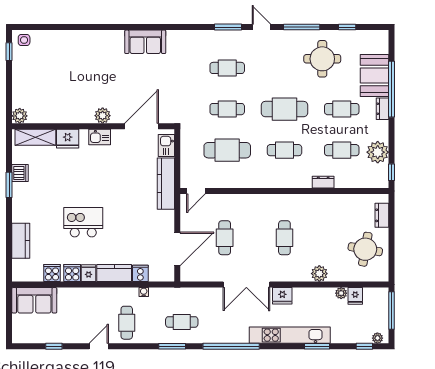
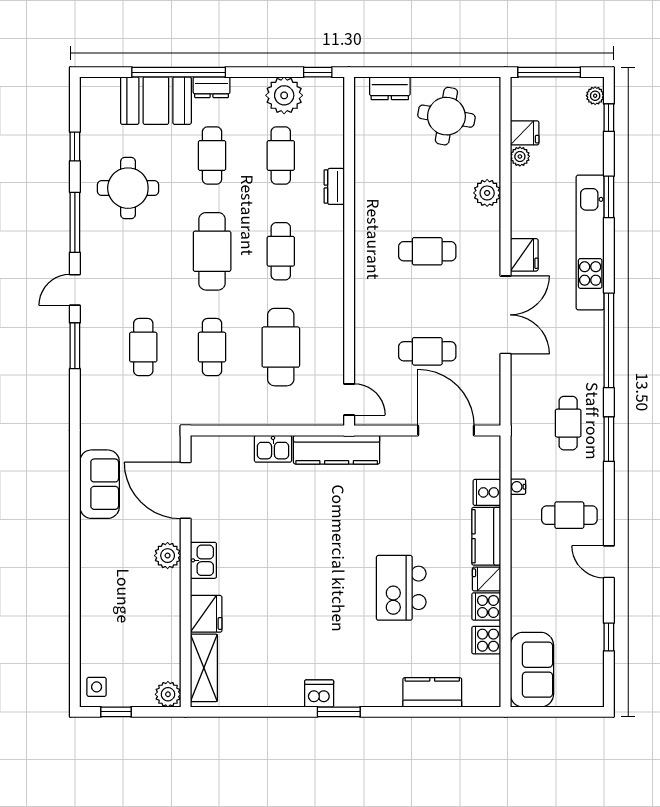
plant: (20, 116) -> (168, 694), moved
plant: (103, 116) -> (168, 556), moved
wall: (93, 126) -> (186, 571), moved
door: (141, 126) -> (186, 490), moved
shelving: (35, 137) -> (204, 668), moved
kitchen sink: (100, 137) -> (203, 560), moved
fridge: (68, 139) -> (206, 614), moved

